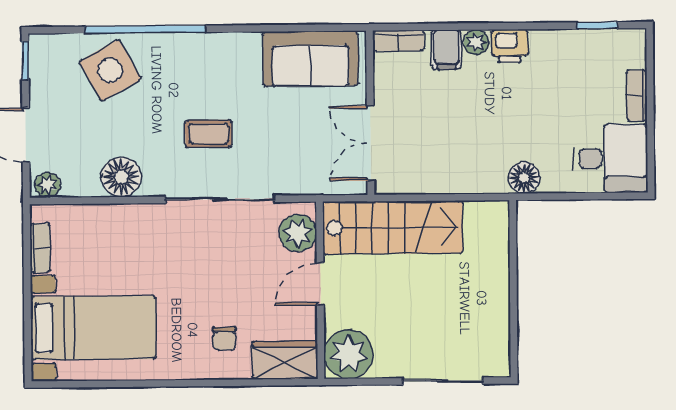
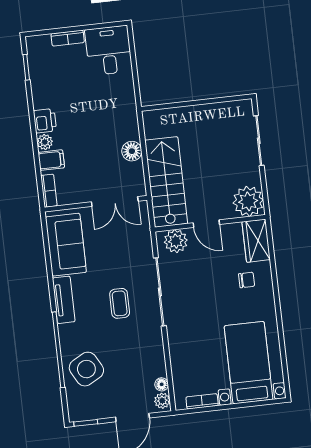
tv unit: (223, 46) -> (64, 300), added
floor lamp: (121, 177) -> (162, 384), moved, width x0.53, depth x0.53
floor lamp: (524, 178) -> (132, 151), moved

